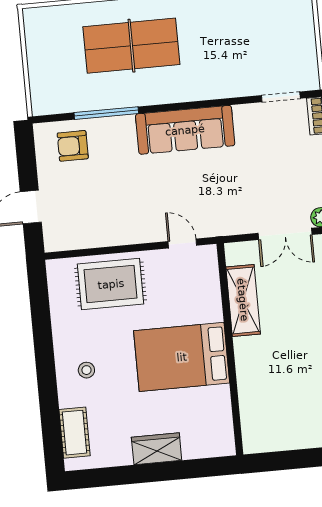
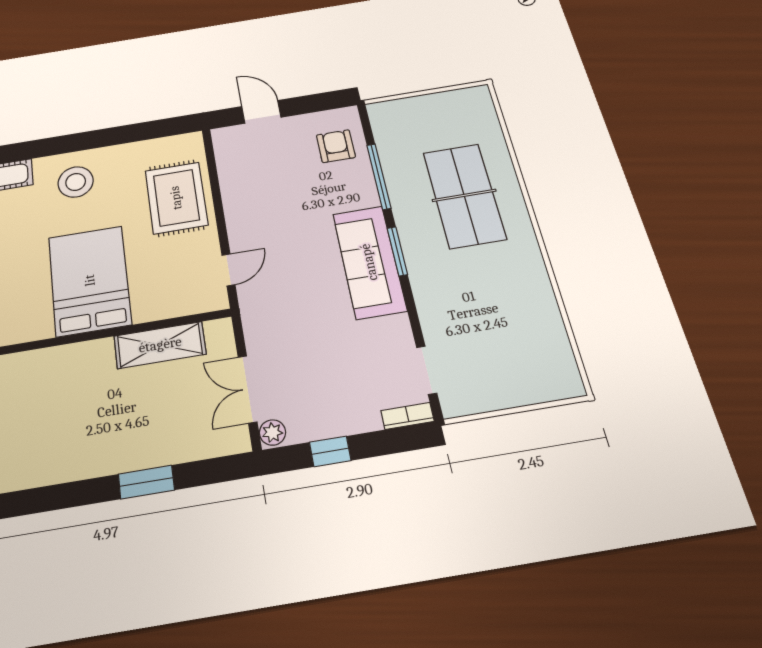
window: (178, 106) -> (397, 251), added
stool: (86, 370) -> (76, 182), width x1.89, depth x1.89

